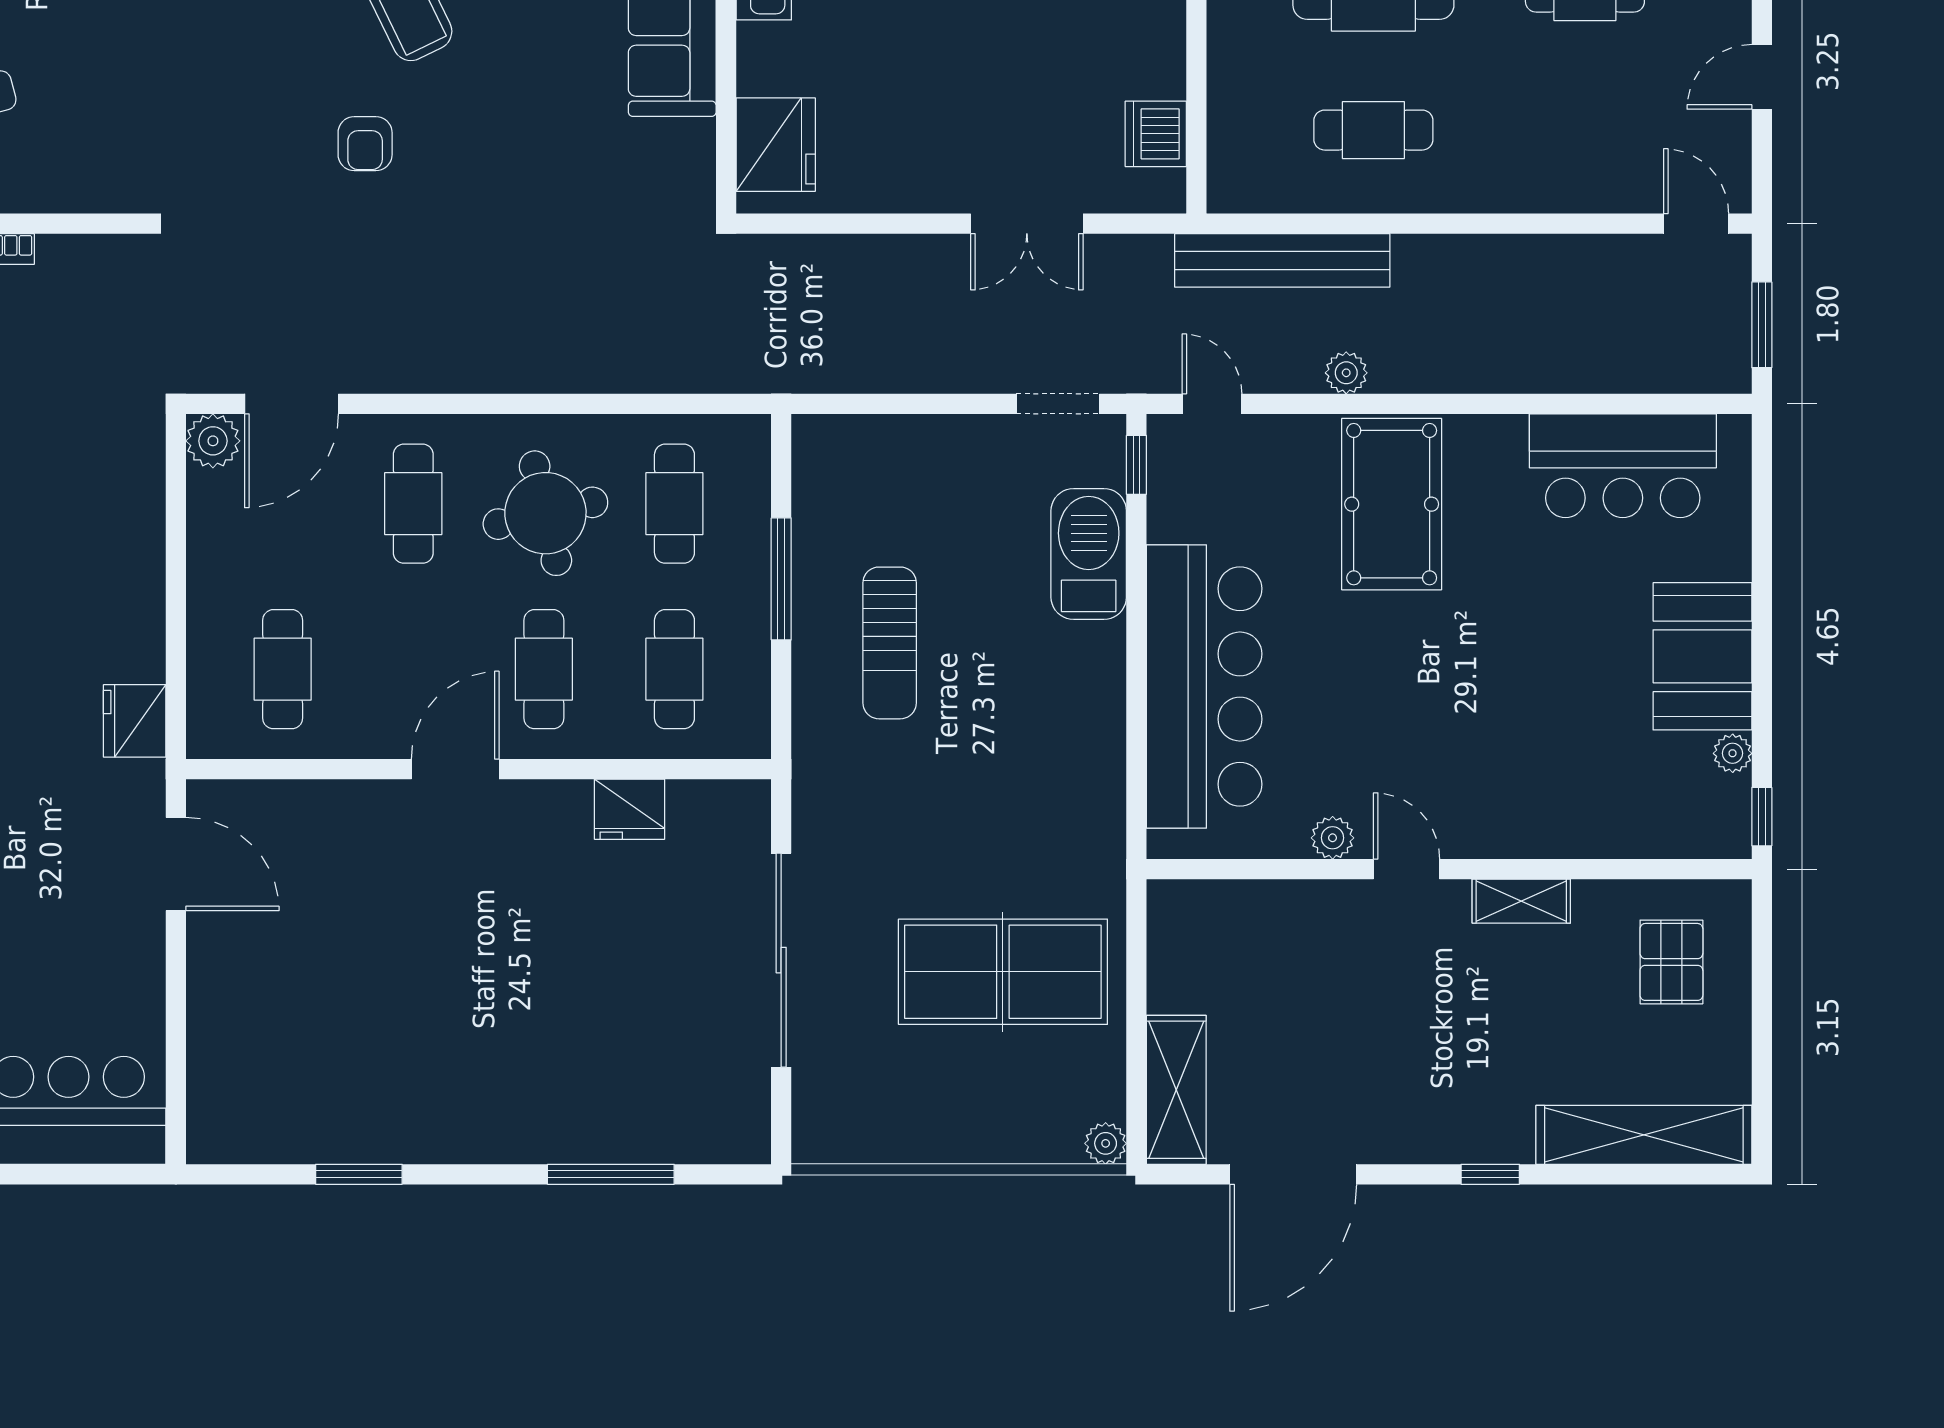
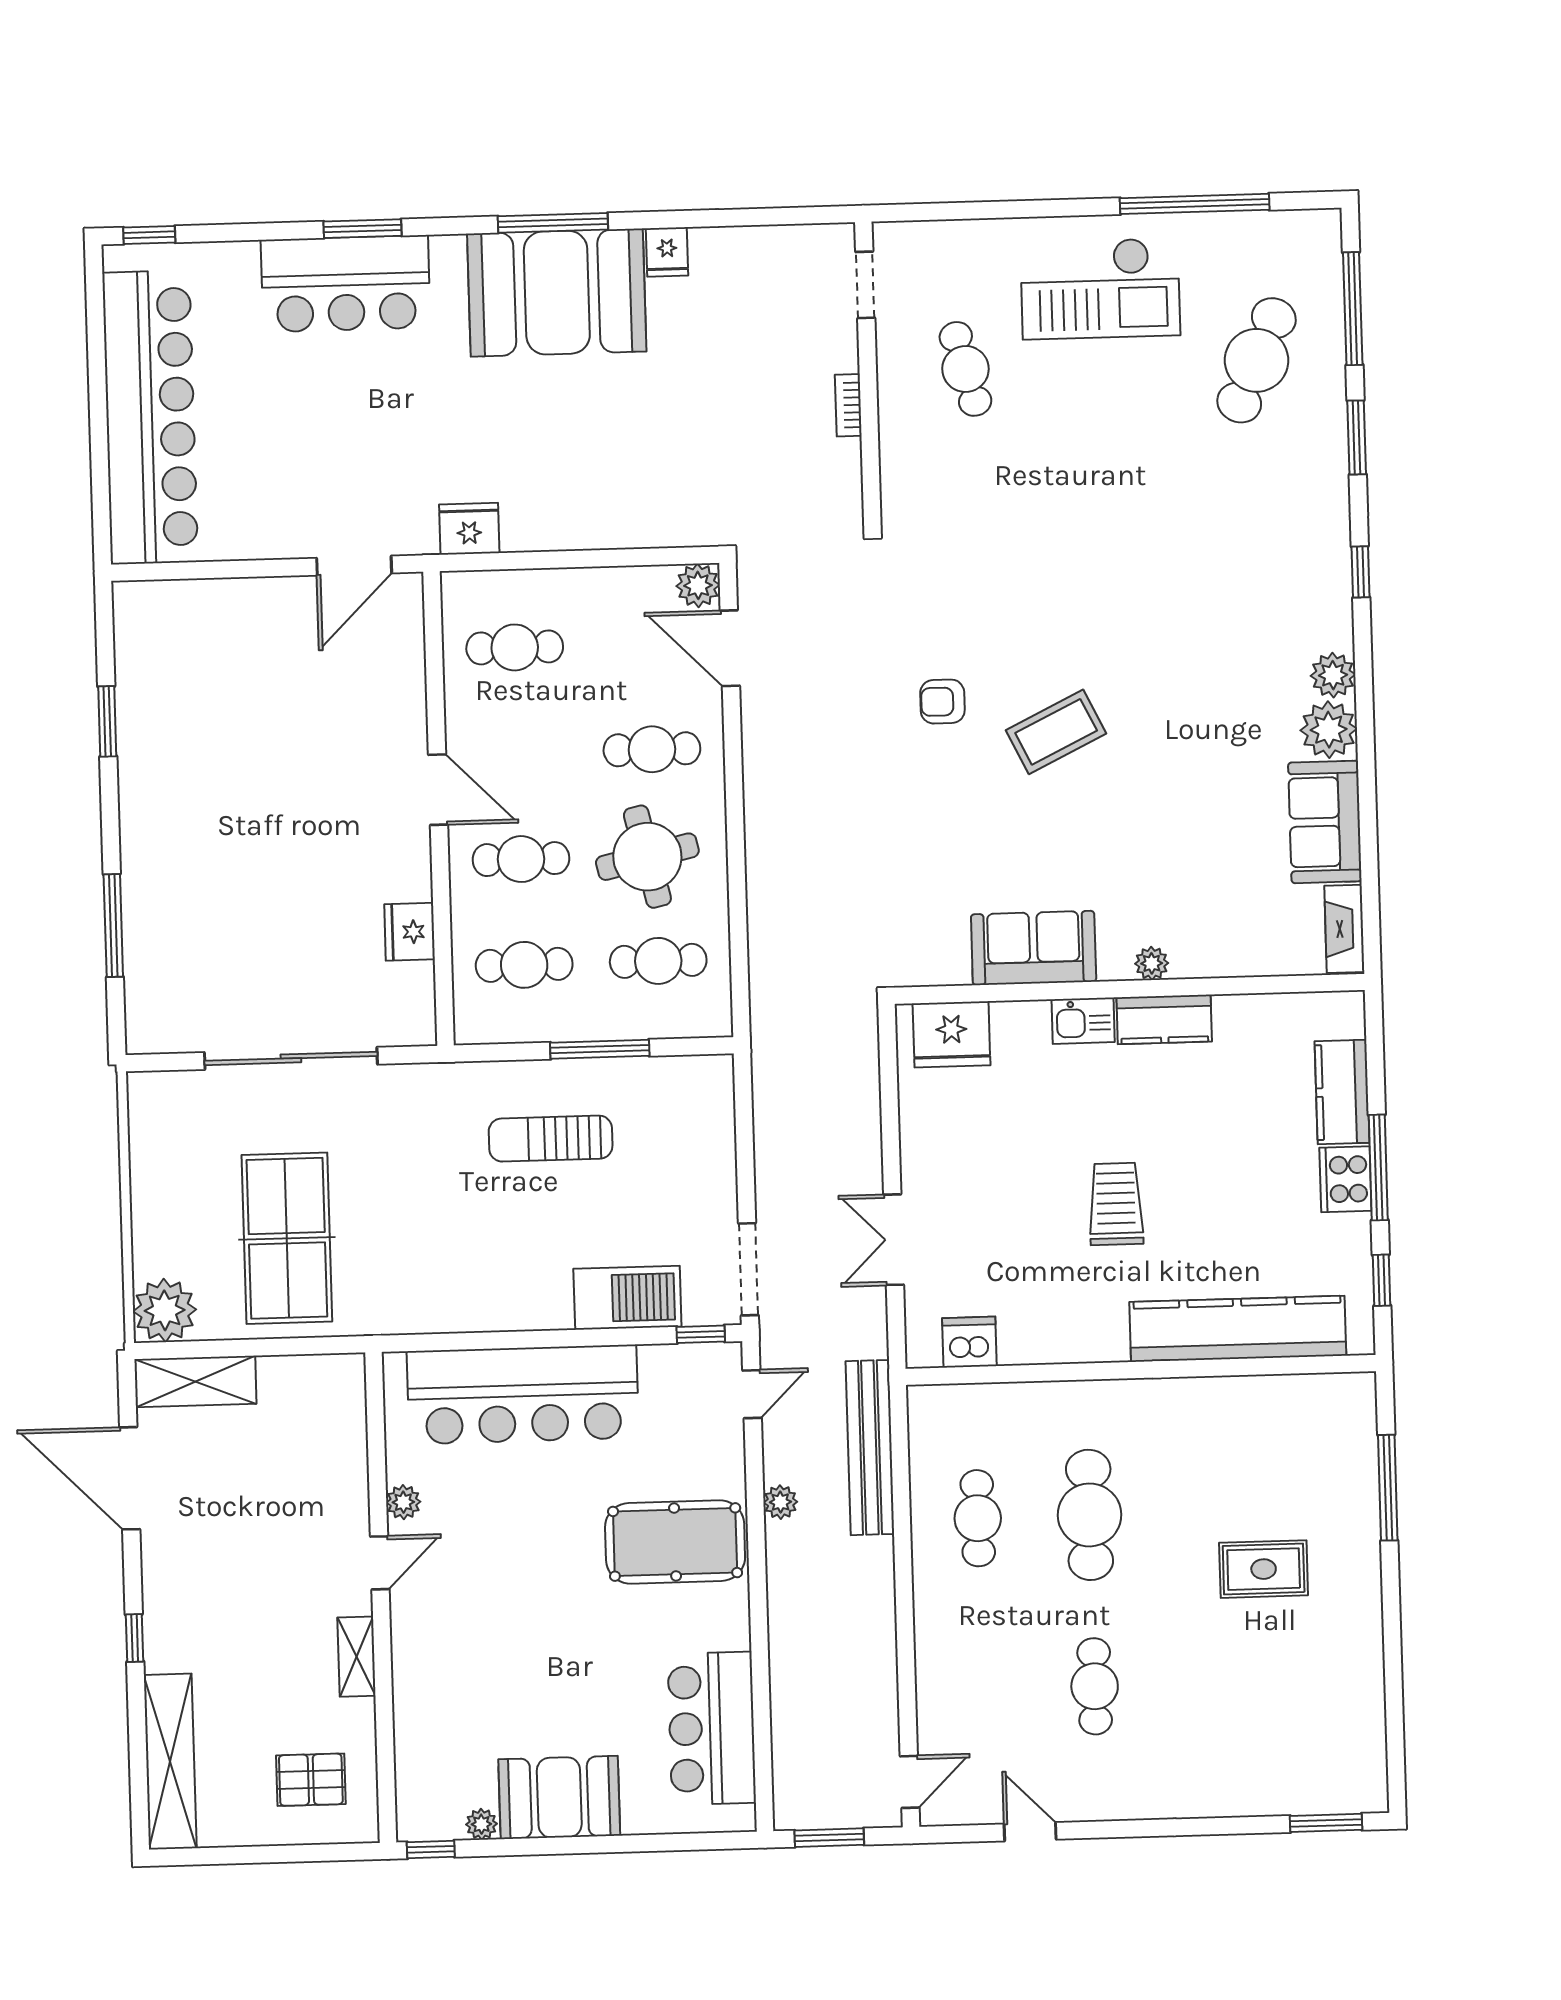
doorway: (1058, 404) -> (748, 1269), width x1.38
plant: (1106, 1143) -> (165, 1310), width x1.88, depth x1.88

